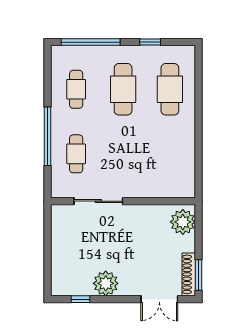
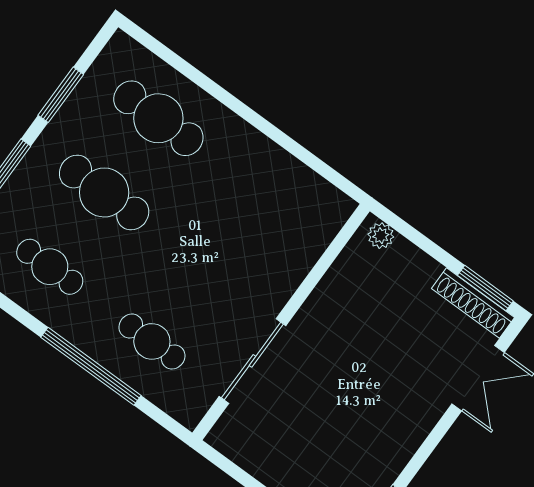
window: (150, 42) -> (61, 95), width x1.50
plant: (183, 222) -> (381, 236), width x0.53, depth x0.53
plant: (106, 283) -> (391, 445), removed

